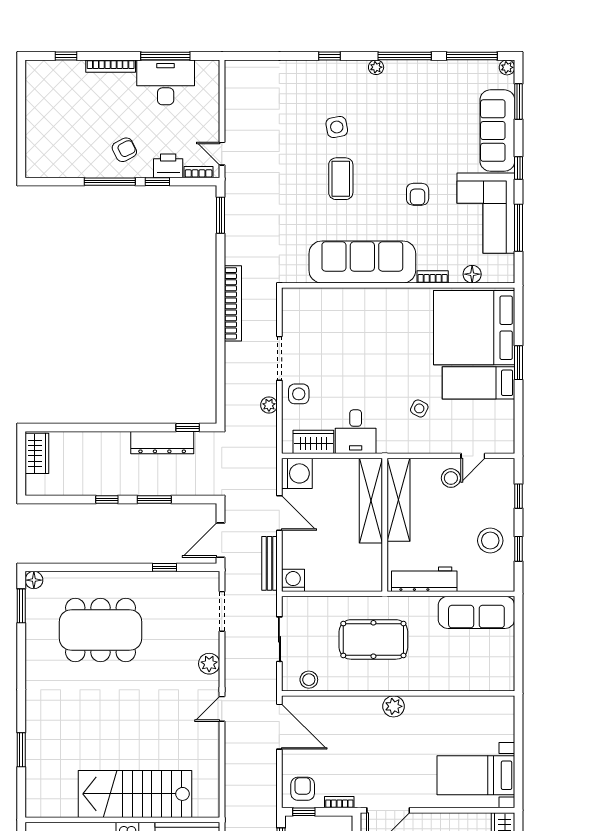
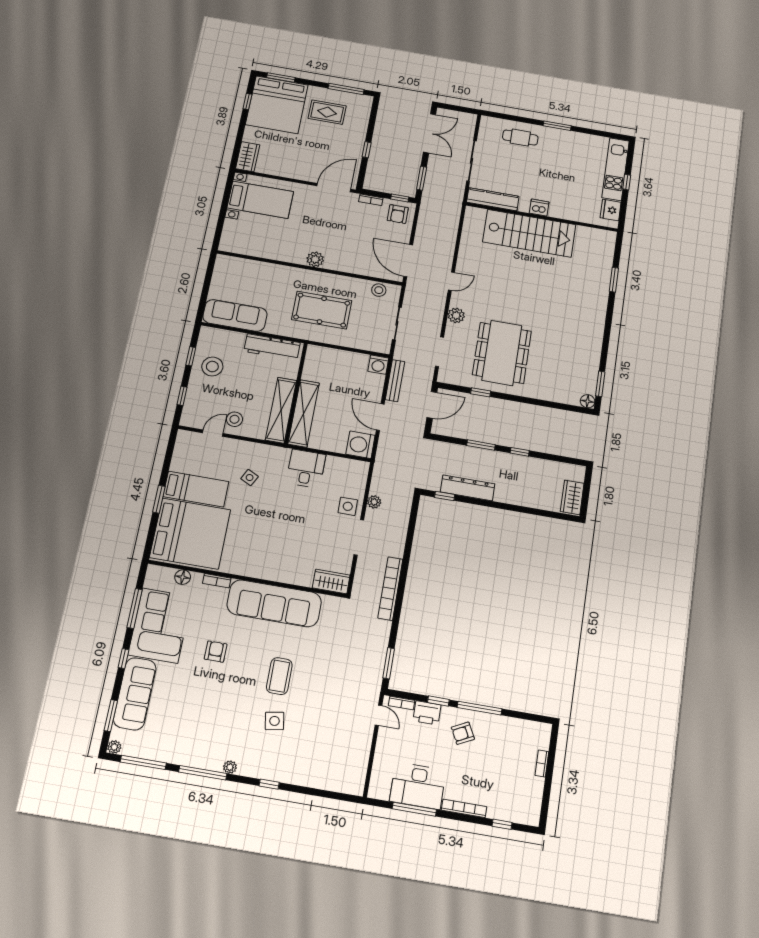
bookcase: (31, 131) -> (542, 764), added
wardrobe: (313, 442) -> (331, 582), moved, turned 180
dining table: (100, 630) -> (502, 353), moved, turned 90

